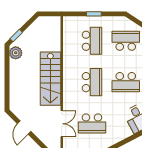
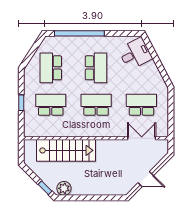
stairs: (50, 79) -> (66, 150), moved
school desk: (92, 123) -> (141, 105), turned -90

